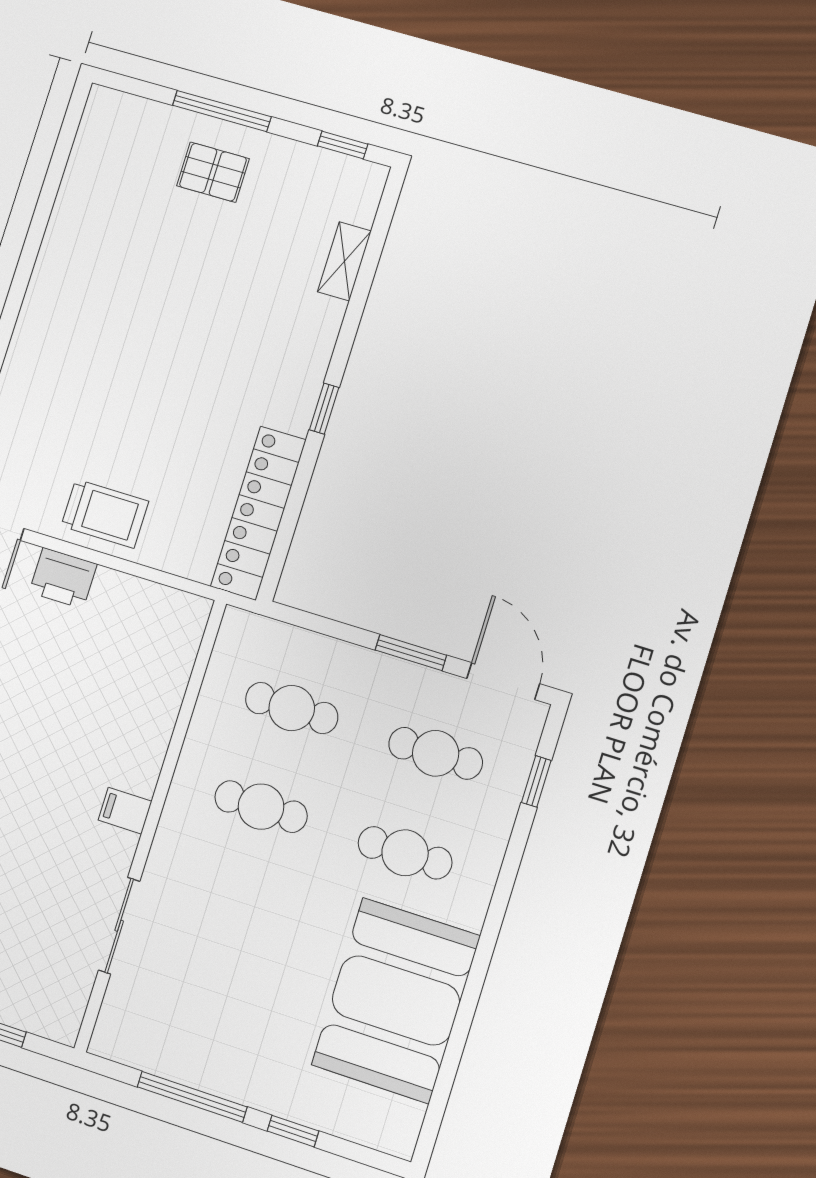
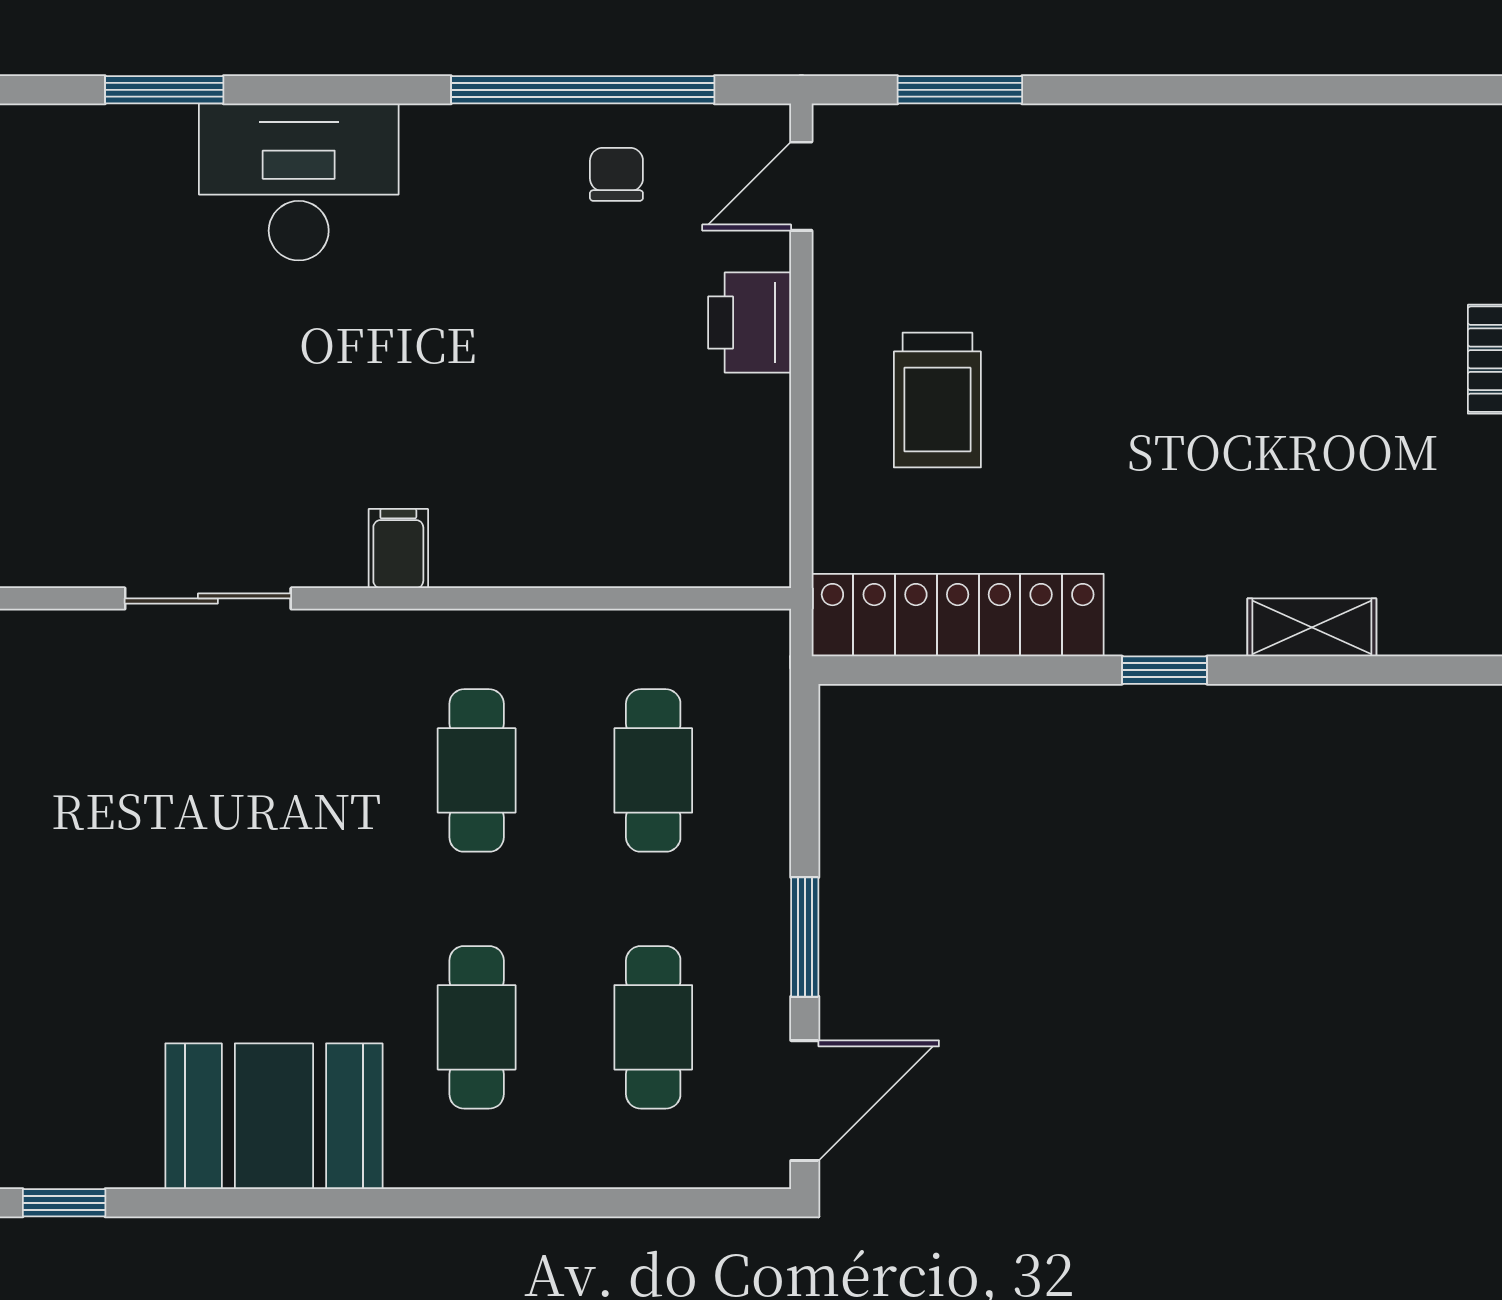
shelving: (344, 261) -> (1312, 627), moved
trolley: (105, 514) -> (937, 400), moved
window: (536, 781) -> (64, 1203), moved
booth: (396, 1000) -> (274, 1116), width x0.73, depth x0.70

